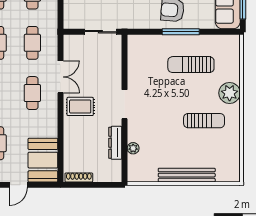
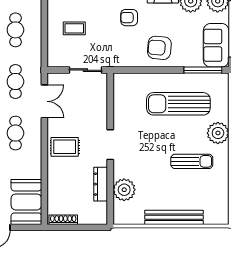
window: (181, 32) -> (203, 70), moved
sun lounger: (191, 65) -> (178, 104), width x1.36, depth x1.34
double door: (60, 77) -> (44, 101), moved
plant: (133, 148) -> (124, 190), width x1.88, depth x1.88

